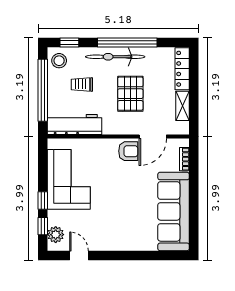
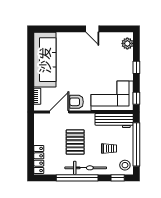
shelving: (182, 106) -> (39, 134), removed
corner sofa: (69, 179) -> (112, 96), moved, turned 90
window: (43, 226) -> (136, 98), moved
door: (79, 255) -> (92, 29), moved

